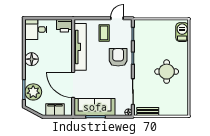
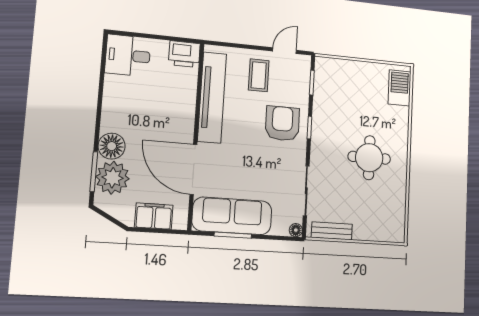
floor lamp: (32, 59) -> (112, 146), moved

